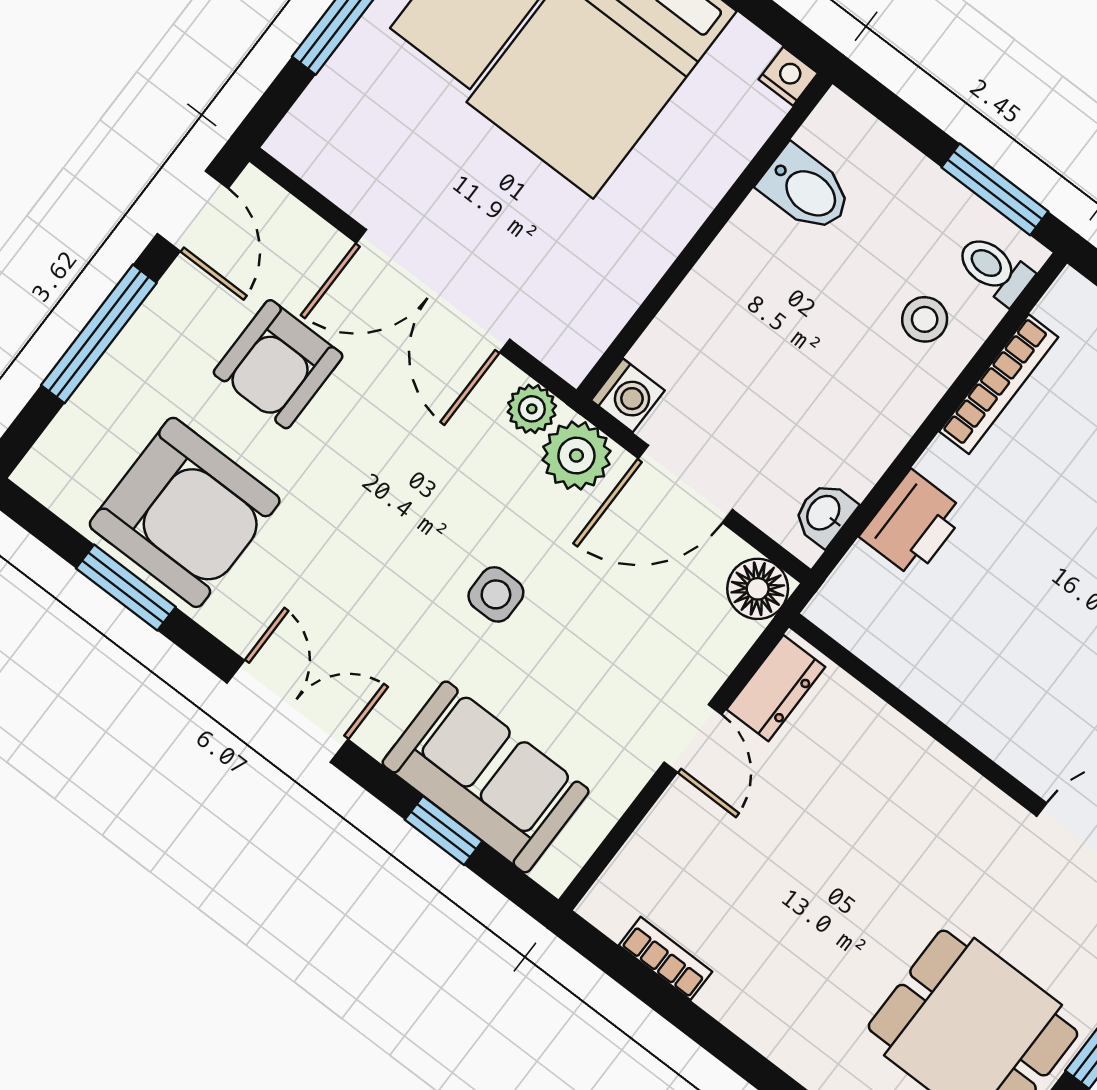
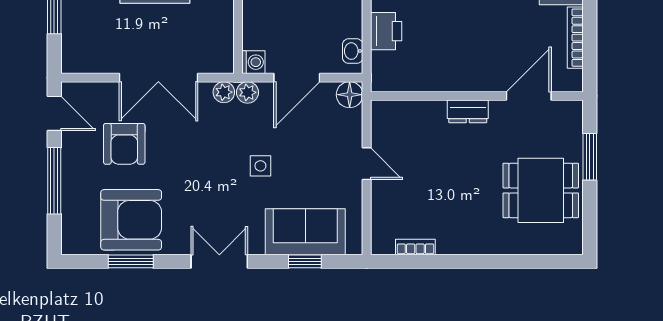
plant: (576, 456) -> (248, 92), width x0.73, depth x0.73
dresser: (776, 688) -> (468, 111), moved, turned 90

